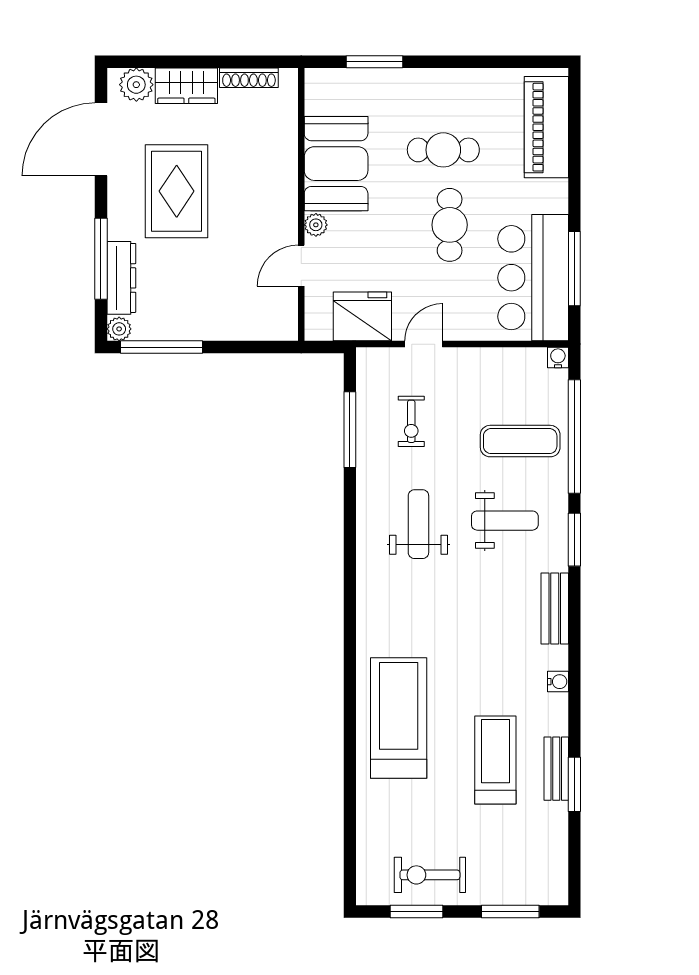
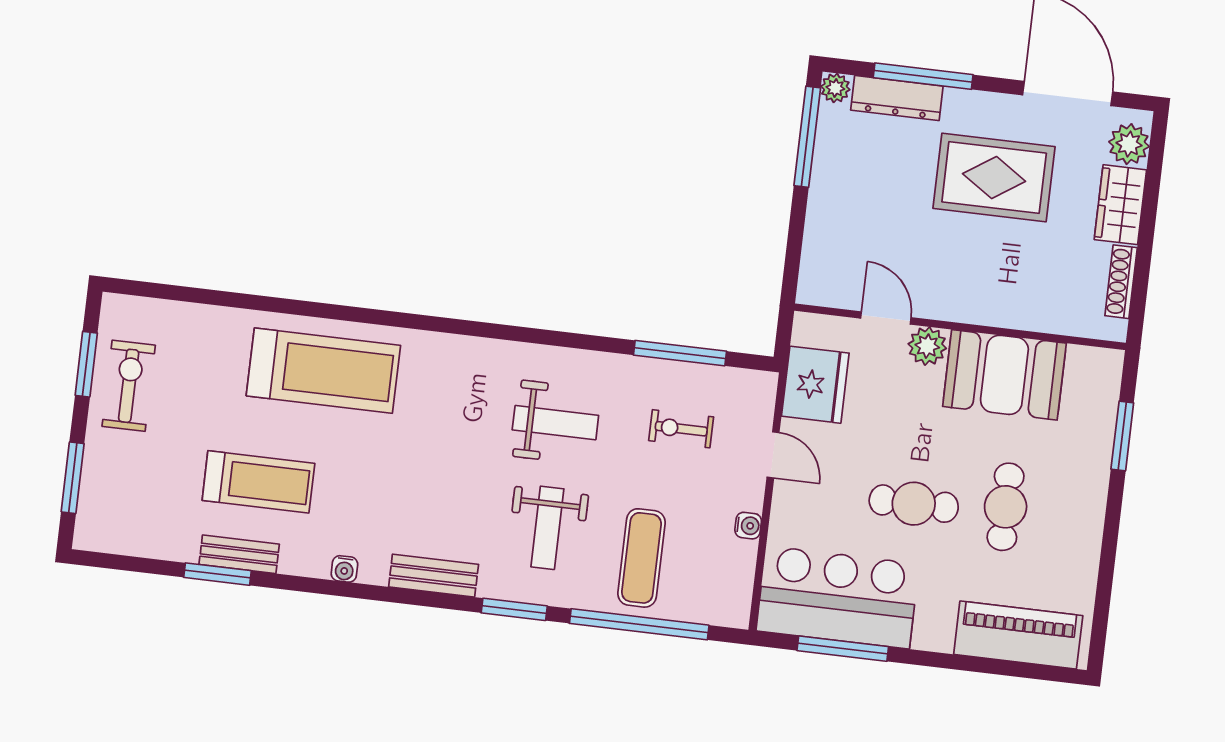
plant: (316, 225) -> (927, 346), width x1.38, depth x1.38
water cooler: (558, 357) -> (748, 526), moved

